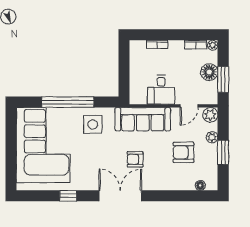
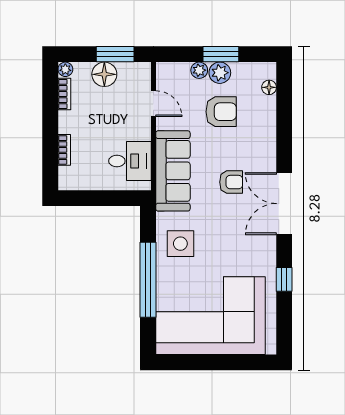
desk: (161, 90) -> (130, 161), moved
plant: (210, 115) -> (220, 73), moved
armchair: (183, 152) -> (221, 112), turned -90
armchair: (135, 159) -> (231, 182), turned -90

